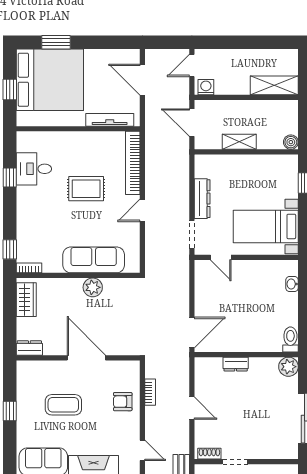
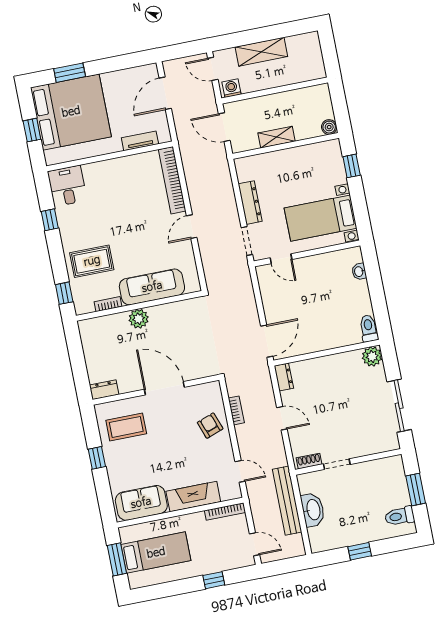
door: (192, 66) -> (213, 69), hinge flipped
door: (142, 80) -> (165, 93), hinge flipped
shelving: (274, 85) -> (261, 52), moved
tv unit: (110, 120) -> (140, 141), width x0.71
desk: (34, 169) -> (67, 186), moved, turned 90
rug: (86, 189) -> (92, 261), moved
bookcase: (29, 268) -> (108, 304), moved
plant: (93, 287) -> (139, 319), moved
wardrobe: (26, 300) -> (91, 341), removed
dresser: (236, 364) -> (284, 377), moved, turned -90
armchair: (123, 402) -> (210, 426), turned 70
coffee table: (63, 405) -> (126, 427), moved

